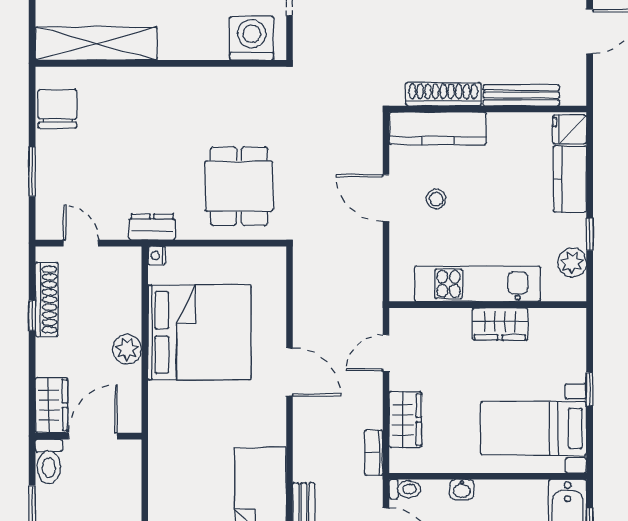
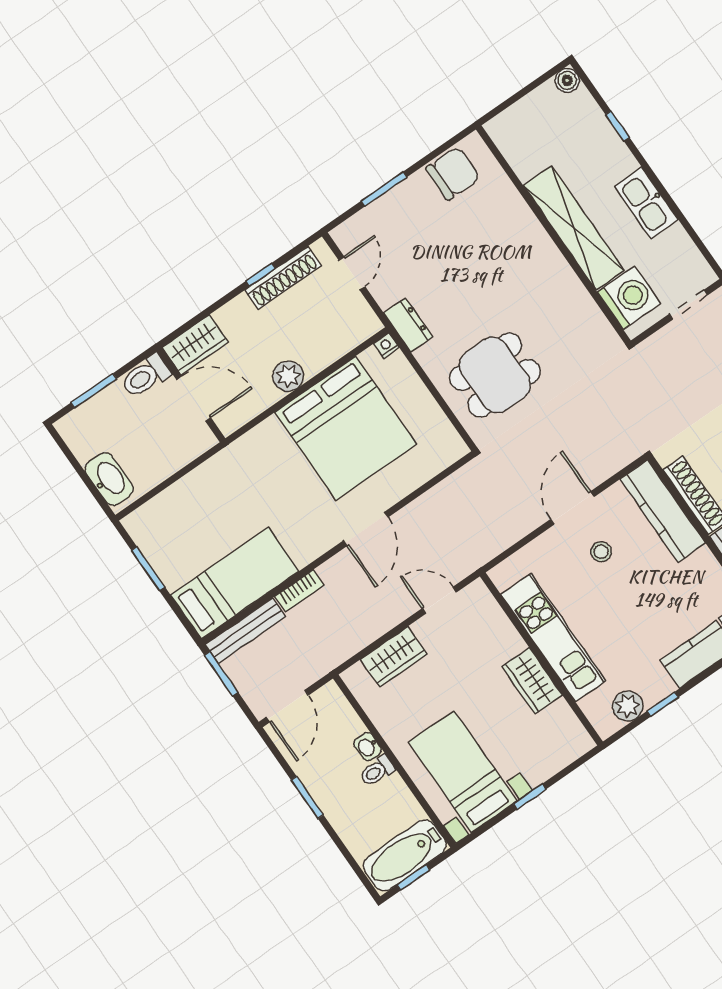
shelving: (96, 44) -> (574, 228), moved
bookcase: (374, 453) -> (299, 591), moved, turned 180
toilet: (405, 489) -> (377, 771), moved, turned 90

